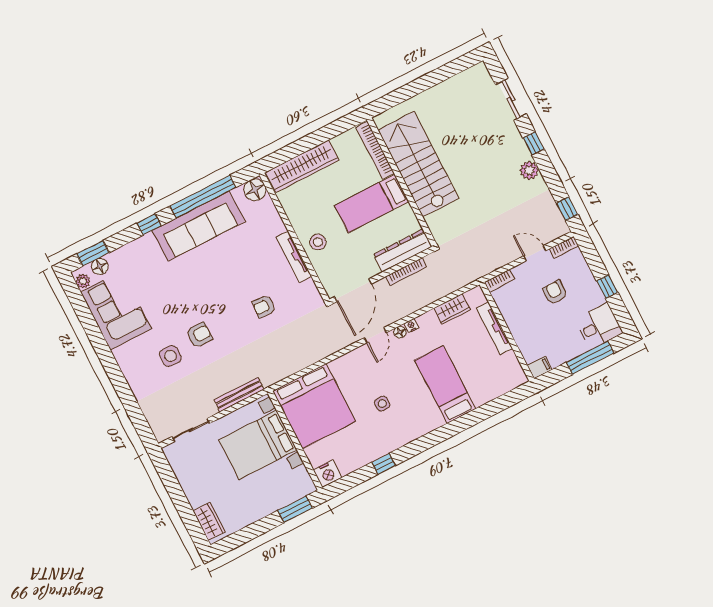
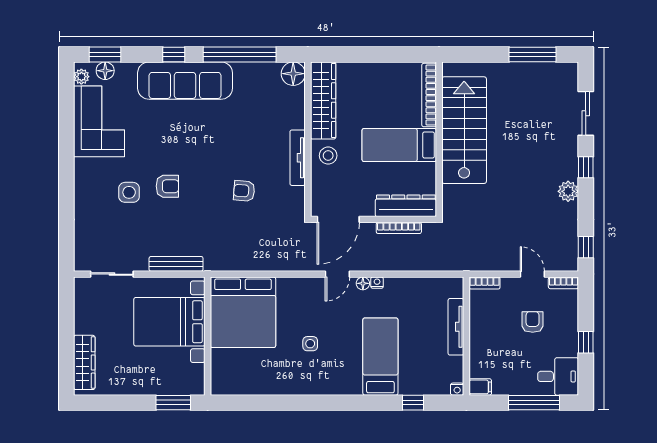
window: (443, 73) -> (533, 55), added
wardrobe: (302, 166) -> (323, 100), moved, turned -90
sofa: (199, 226) -> (185, 81), moved
wardrobe: (452, 309) -> (425, 287), removed
window: (384, 464) -> (413, 403), moved
nightstand: (328, 474) -> (457, 389), moved, width x0.53, depth x0.56
wardrobe: (209, 521) -> (84, 362), width x1.50

